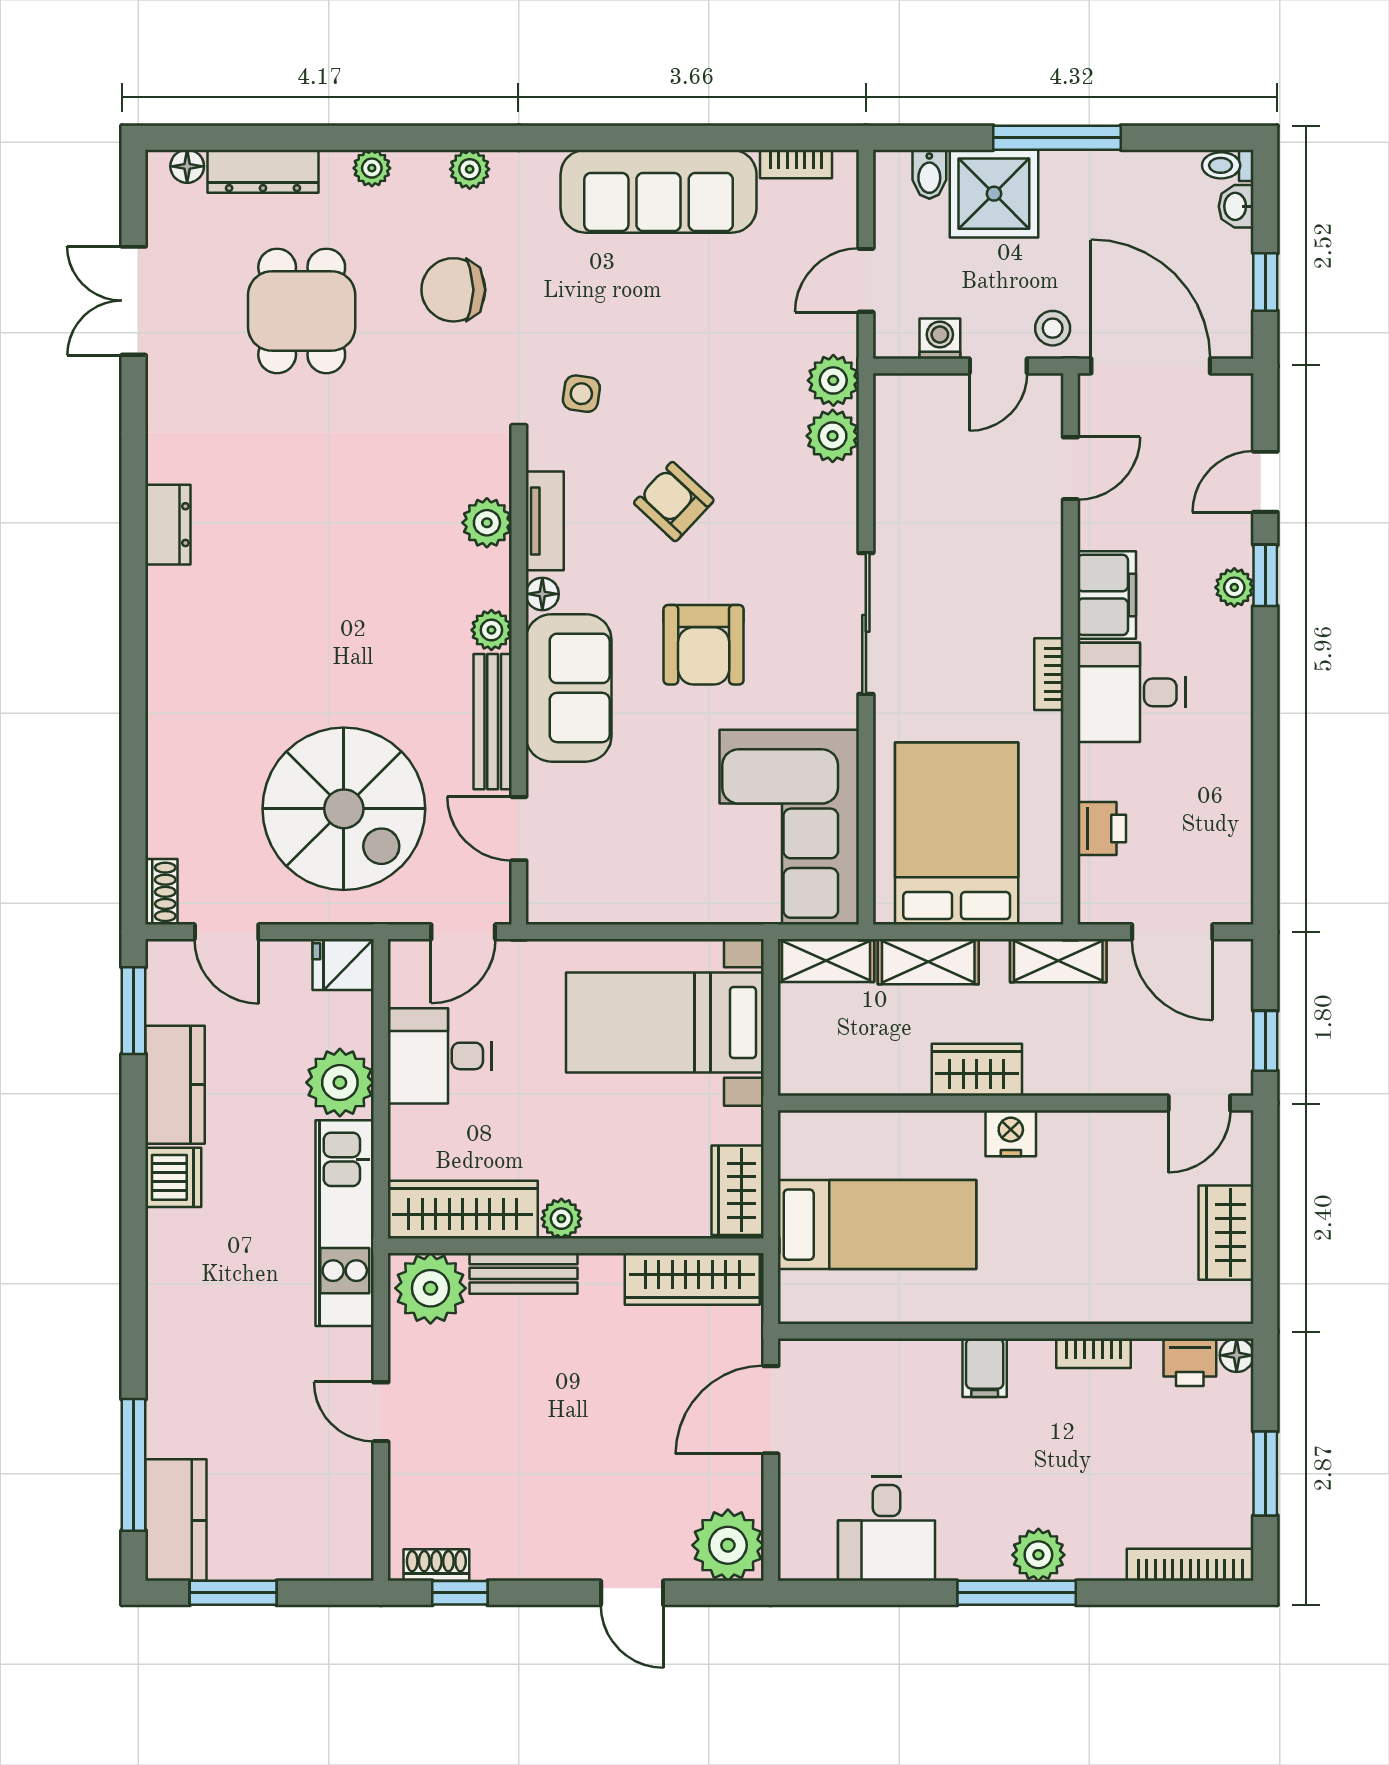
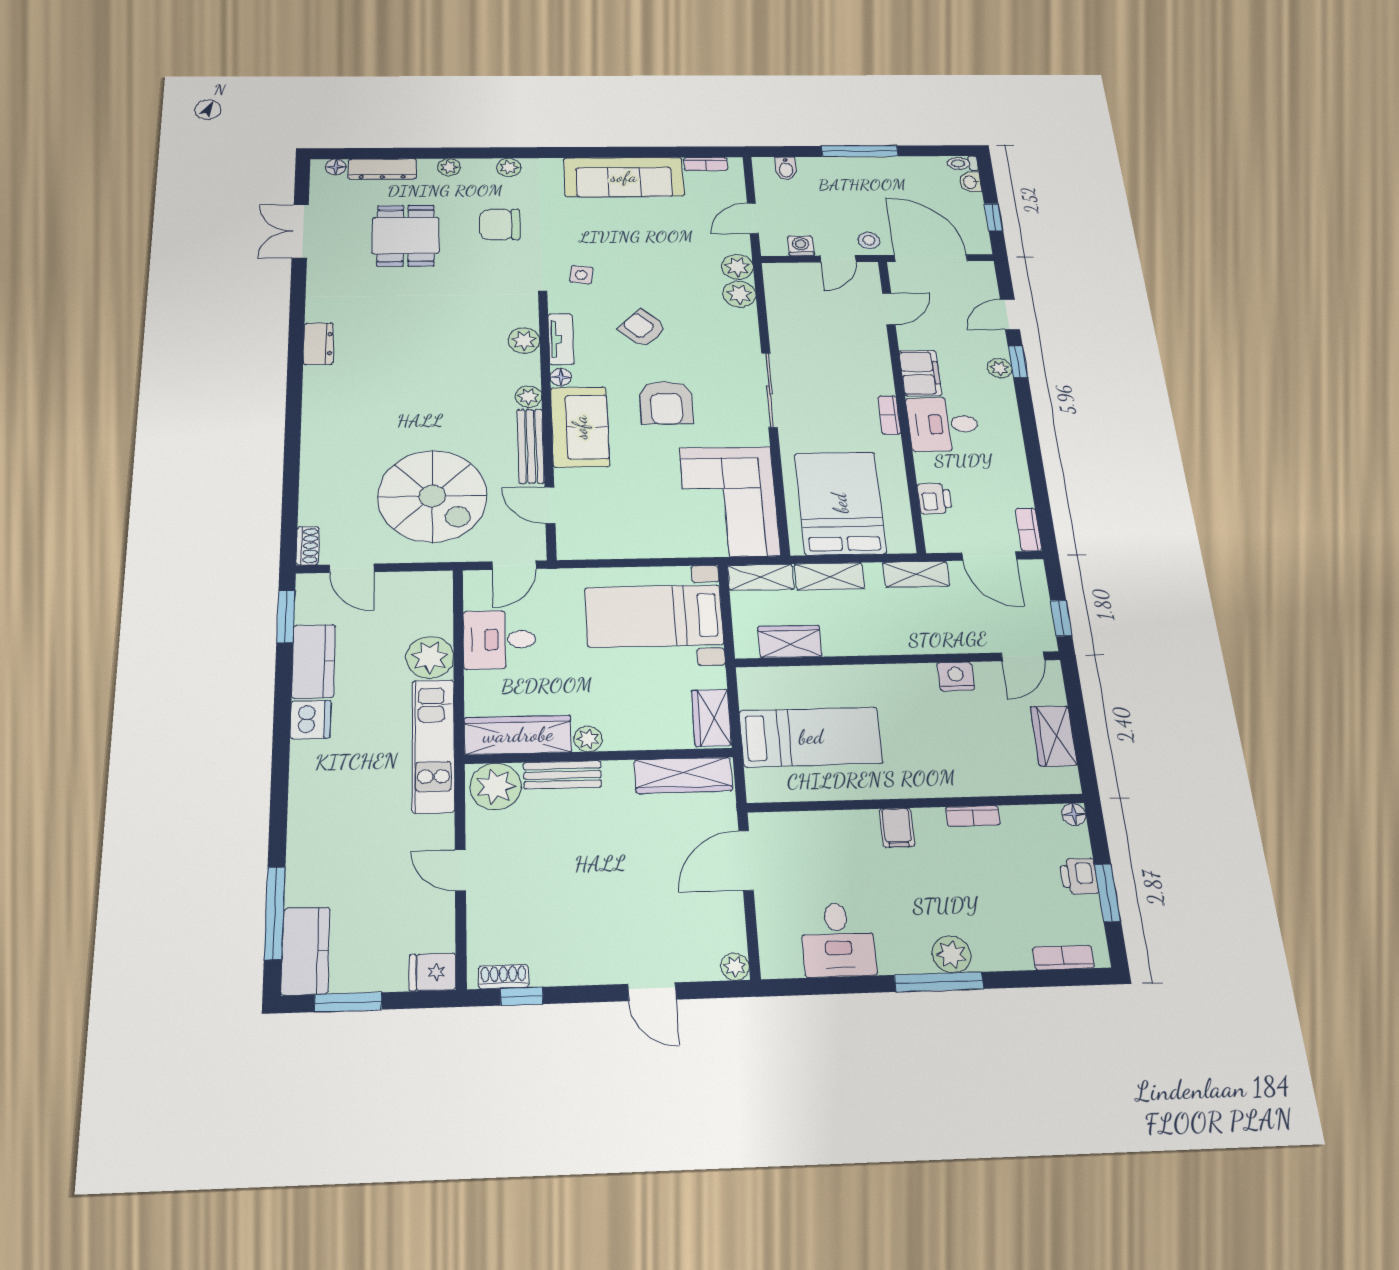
shower: (994, 194) -> (826, 177), removed
bookcase: (1238, 887) -> (1028, 530), added
fridge: (343, 965) -> (433, 972), moved
wardrobe: (977, 1070) -> (790, 642), moved
nightstand: (1011, 1133) -> (956, 676), moved
printer: (1190, 1362) -> (1079, 876), moved, turned 90
plant: (728, 1545) -> (735, 967), width x0.53, depth x0.53
bookcase: (1190, 1565) -> (1063, 958), width x0.64

